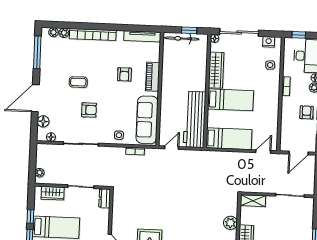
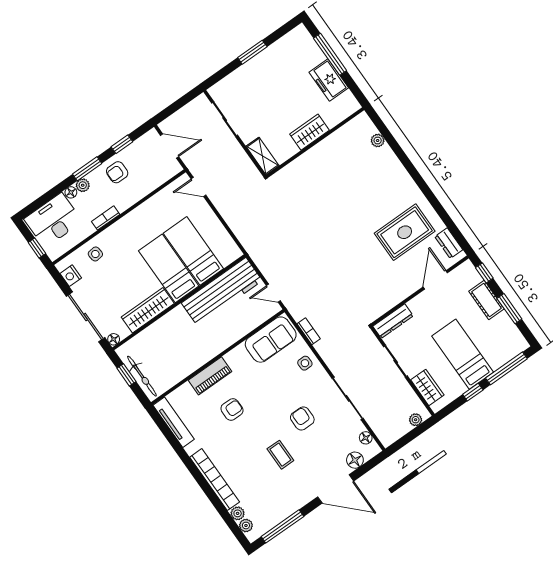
sofa: (147, 120) -> (271, 340), width x0.73
bed: (229, 139) -> (193, 251), moved
dresser: (105, 198) -> (393, 321), width x1.44
plant: (230, 223) -> (307, 162), removed

